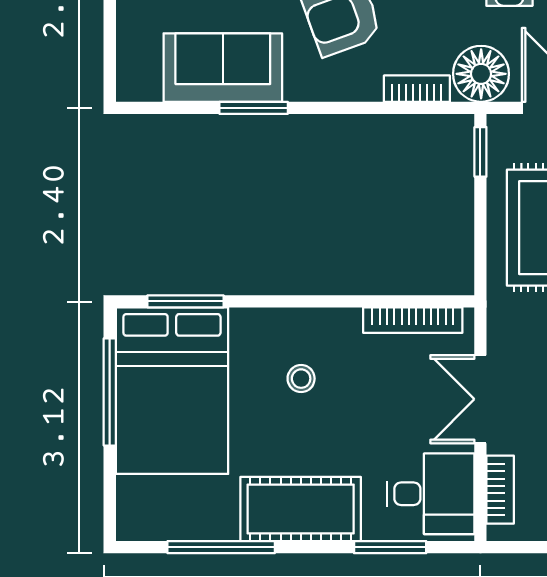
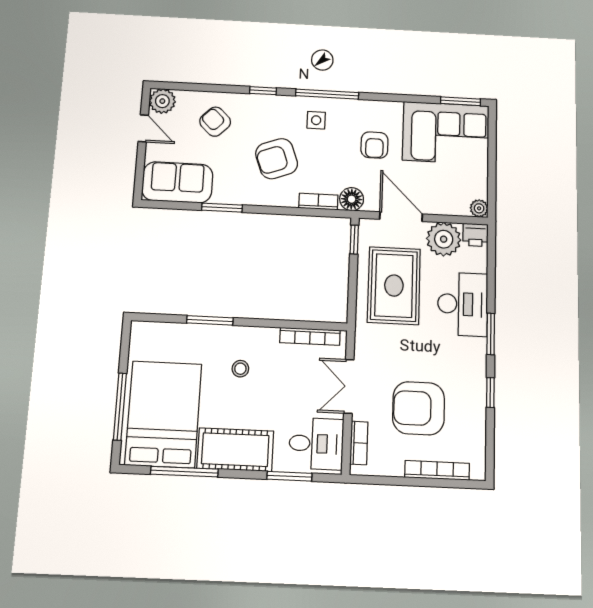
sofa: (223, 68) -> (177, 182), moved
floor lamp: (481, 74) -> (352, 199), width x0.73, depth x0.73
window: (186, 301) -> (210, 320), moved
bed: (172, 391) -> (163, 414), moved, turned 180
window: (110, 392) -> (120, 407), moved

